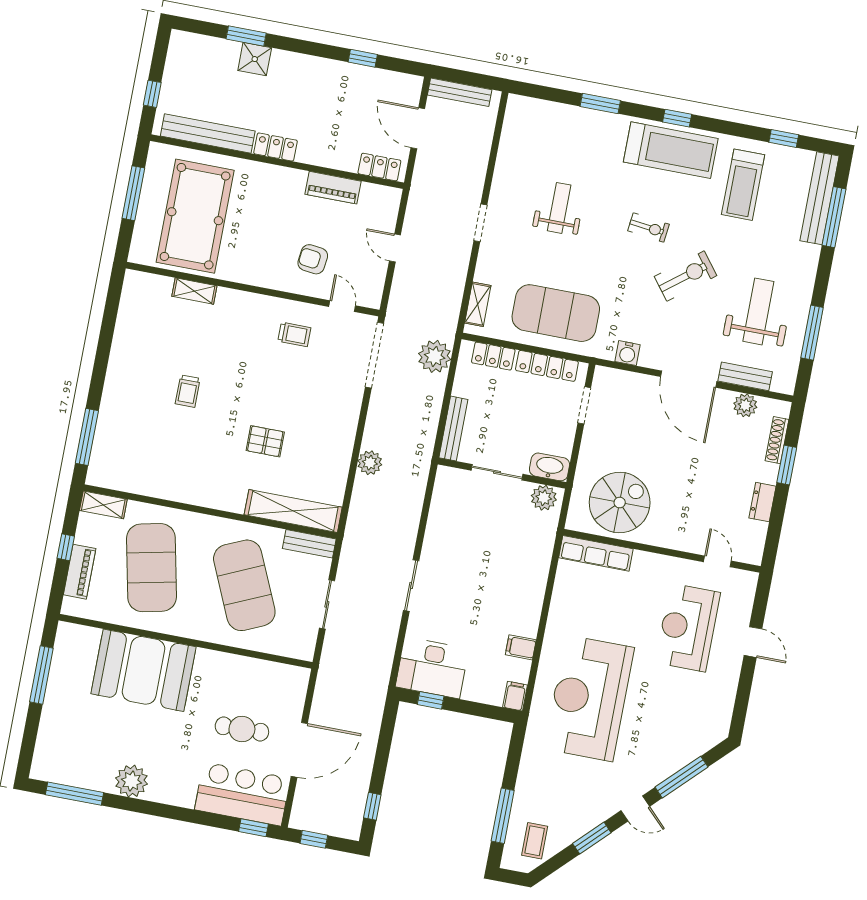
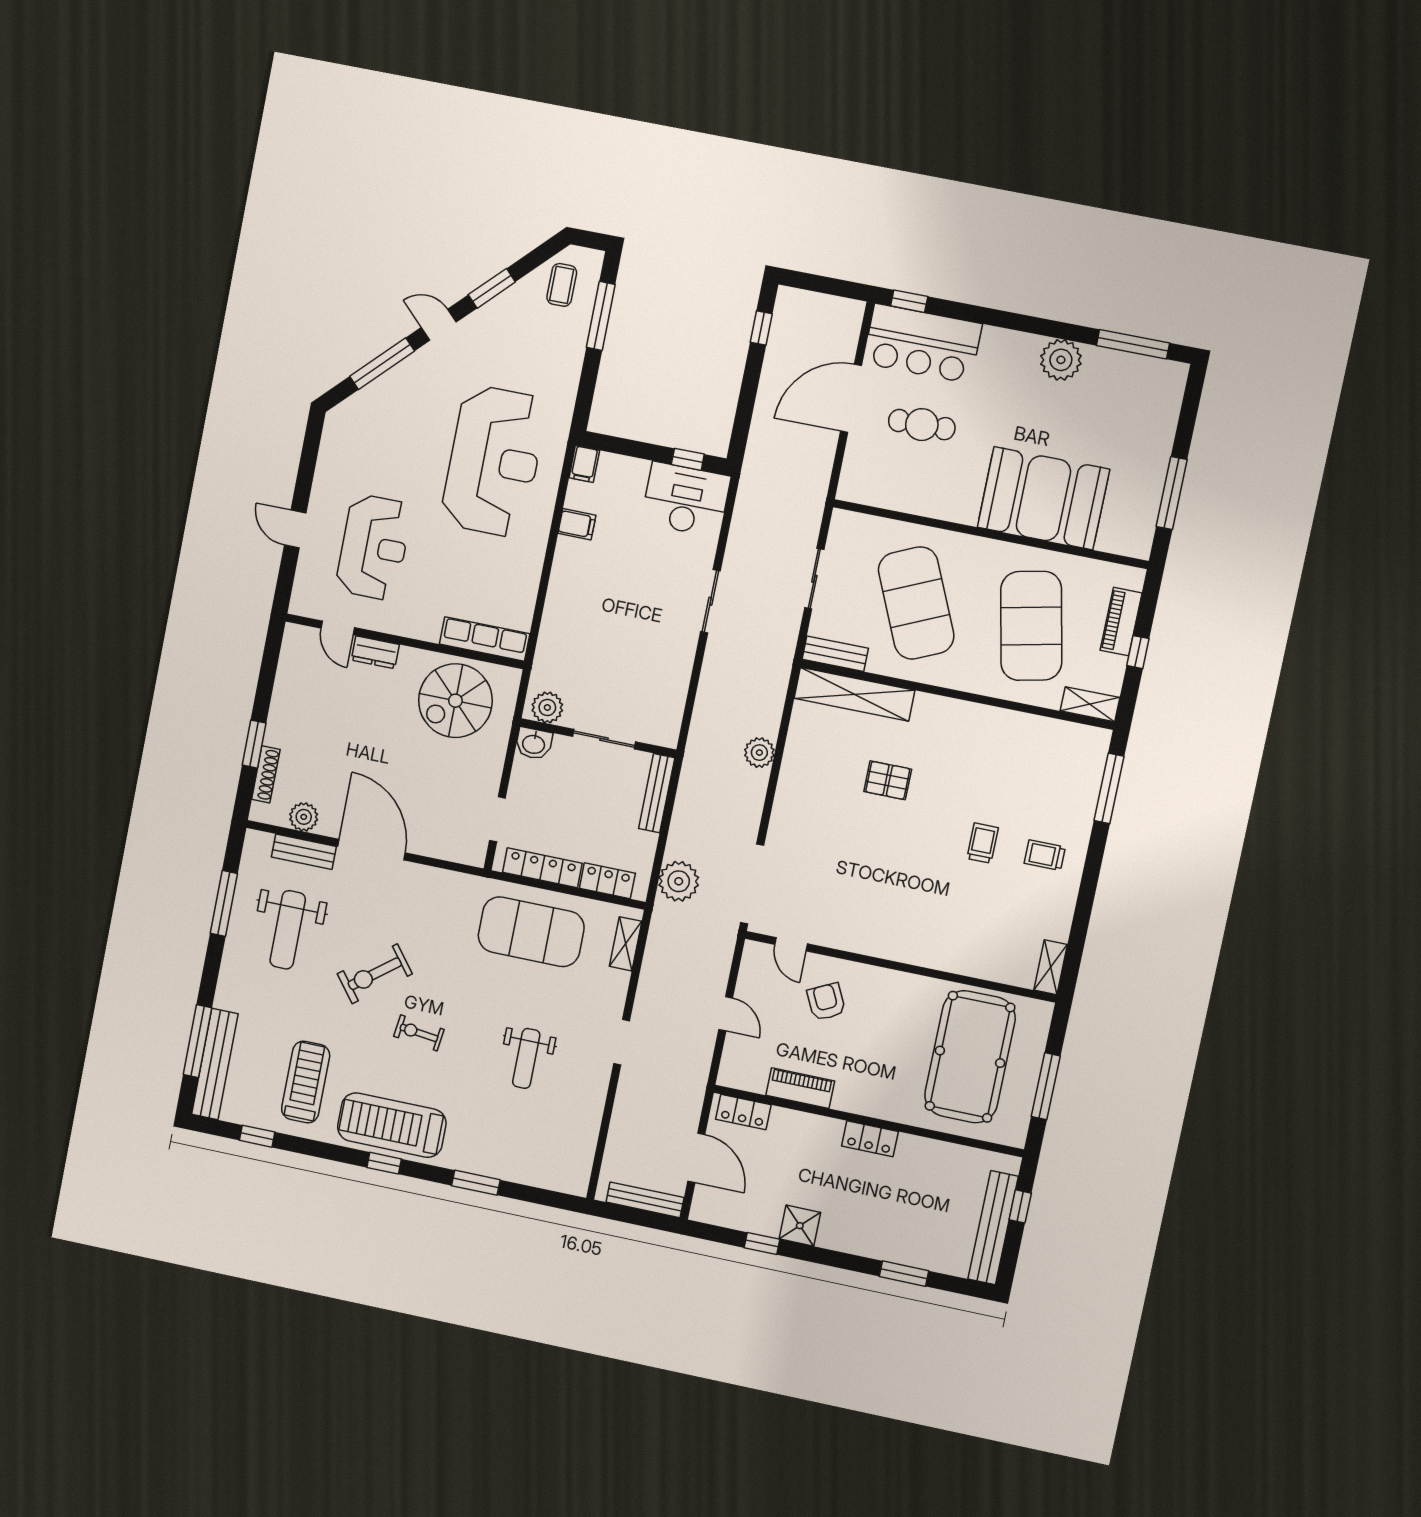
shower: (255, 59) -> (800, 1226), moved
bench: (208, 133) -> (993, 1228), moved, turned 90
armchair: (313, 259) -> (826, 1002), turned -123
shelving: (194, 291) -> (1051, 967), moved, turned 90
trolley: (294, 334) -> (1045, 855), moved
water cooler: (628, 353) -> (445, 882), removed
washbasin: (550, 467) -> (534, 744), width x0.72
dresser: (762, 502) -> (375, 652), moved, turned 90
window: (314, 839) -> (834, 287), removed

